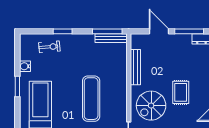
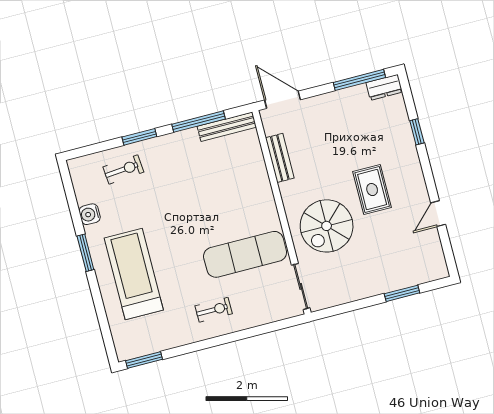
window: (107, 31) -> (199, 122), moved
door: (159, 31) -> (283, 100), moved
bench: (135, 67) -> (280, 158), width x0.73
exercise mat: (91, 99) -> (245, 254), moved, turned 90

